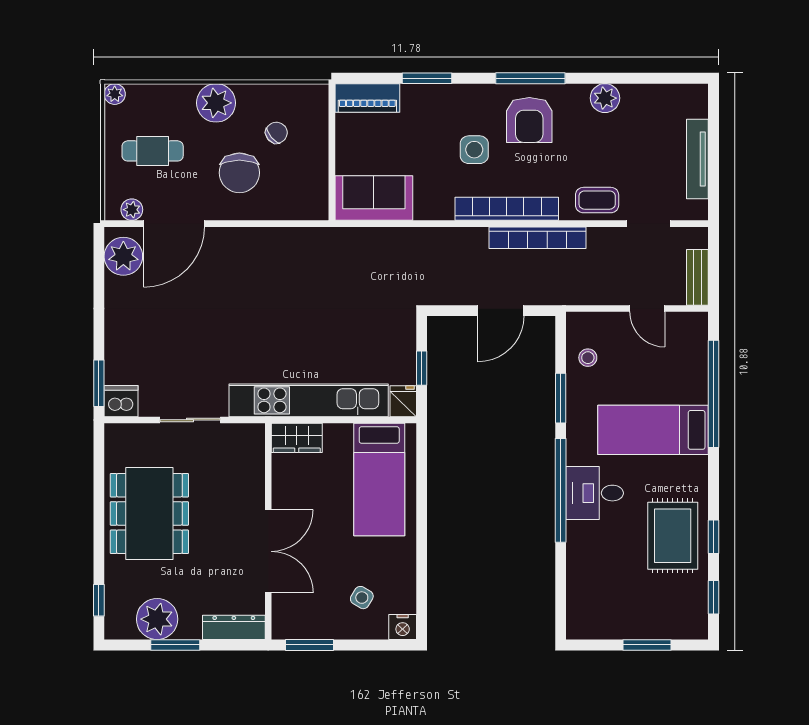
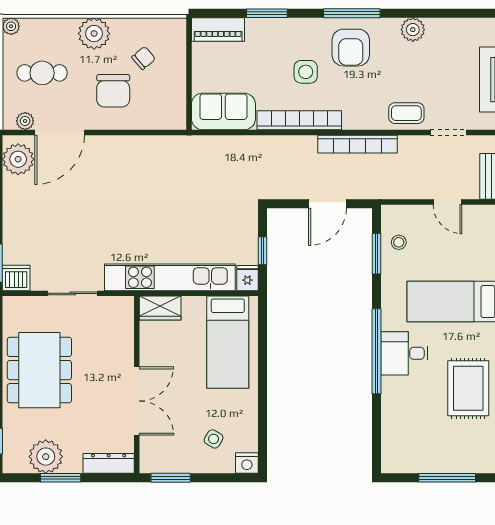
bookcase: (507, 209) -> (299, 120), moved
window: (561, 398) -> (376, 254), moved
window: (647, 645) -> (447, 478), width x1.44

